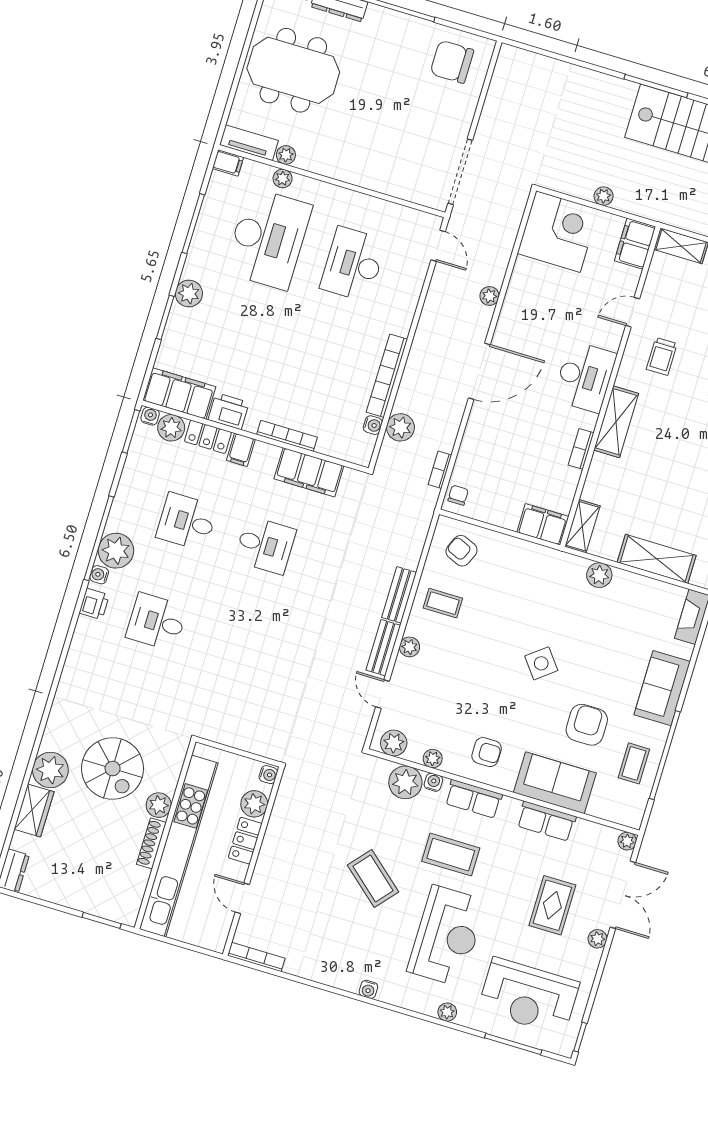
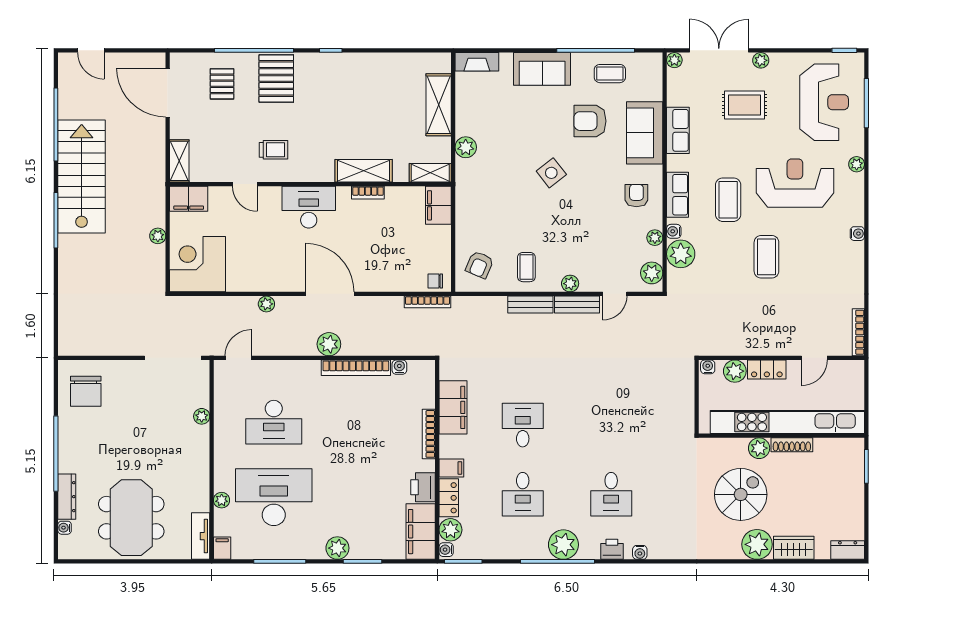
plant: (286, 155) -> (202, 416), moved
shelving: (616, 422) -> (364, 171), moved
plant: (400, 427) -> (329, 344), moved
bookcase: (440, 470) -> (427, 302), width x1.56
water cooler: (99, 575) -> (640, 552), moved
coffee table: (373, 879) -> (766, 257), turned -41

